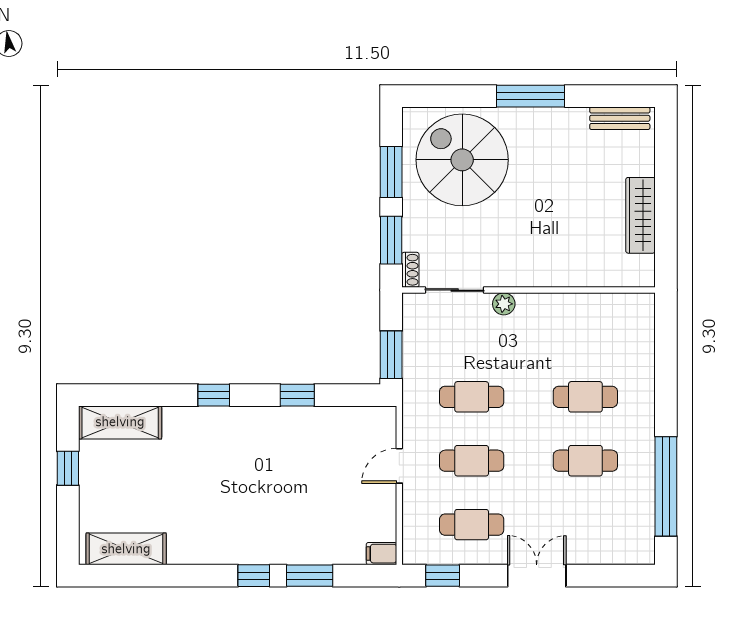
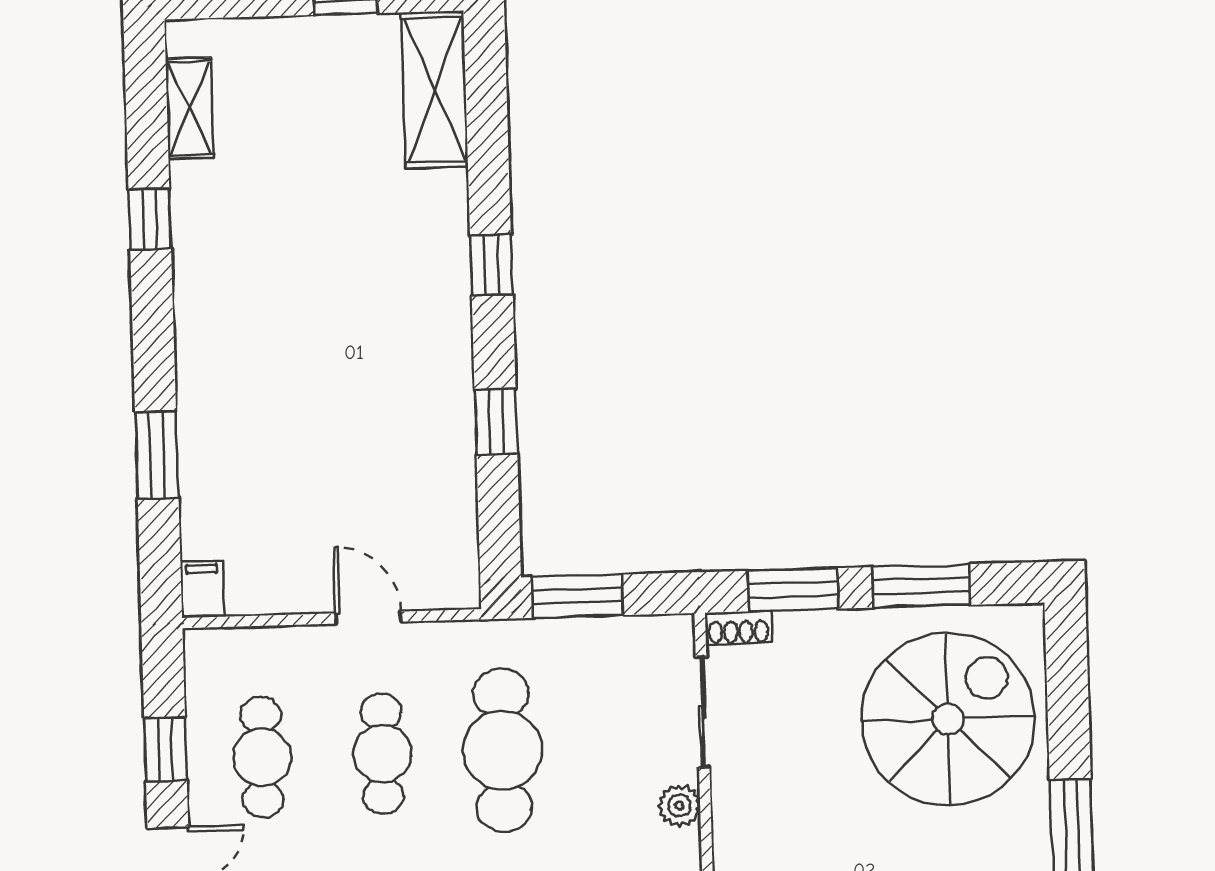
cafe table: (472, 397) -> (502, 750), width x1.37, depth x1.35
shelving: (126, 549) -> (189, 108), width x0.67, depth x0.75
window: (254, 576) -> (150, 219), moved
window: (443, 576) -> (166, 749), moved

